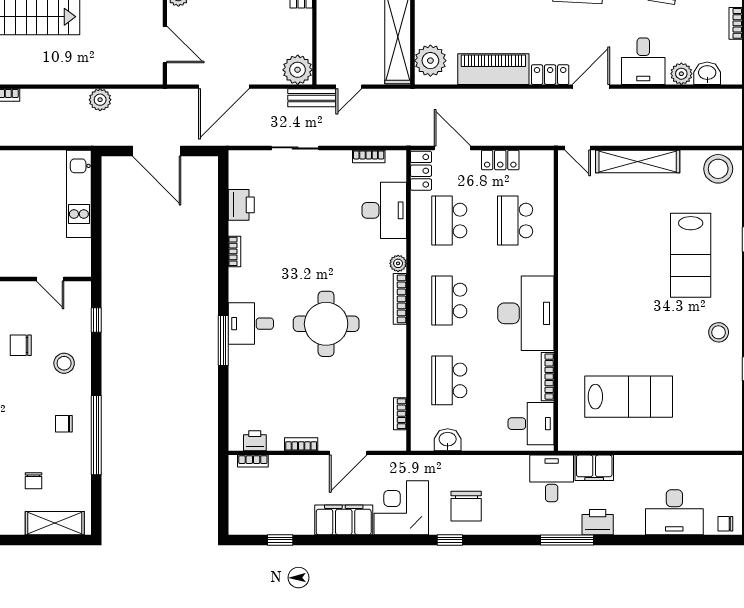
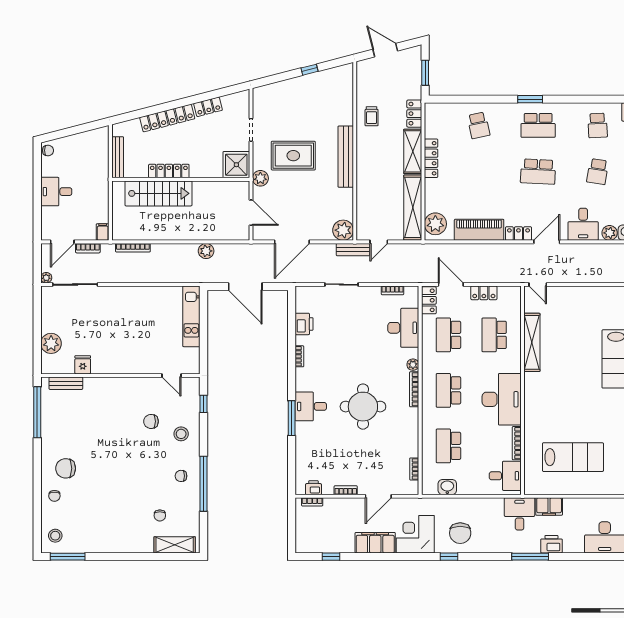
shelving: (638, 161) -> (532, 342), moved, turned 90

